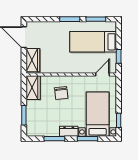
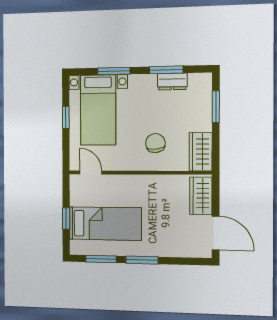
window: (119, 56) -> (66, 219), moved
door: (102, 74) -> (91, 172), swing flipped
window: (119, 120) -> (66, 117), moved
dresser: (69, 131) -> (172, 82), moved

